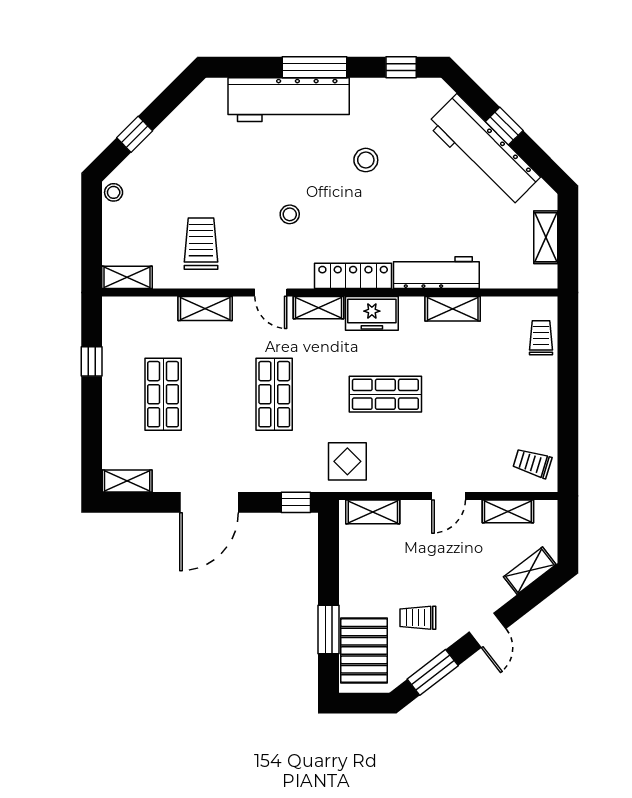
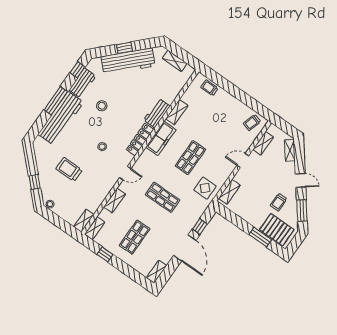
workbench: (383, 94) -> (82, 83), added
trolley: (201, 244) -> (69, 169), moved
workbench: (436, 273) -> (157, 113), width x0.73
shelving: (319, 308) -> (95, 228), moved
freezer: (372, 313) -> (161, 138), width x1.40
shop shelf: (163, 394) -> (135, 237), turned 90
door: (449, 496) -> (243, 161), swing flipped
window: (296, 502) -> (200, 226), moved

